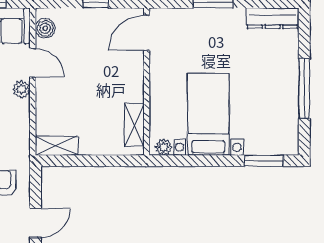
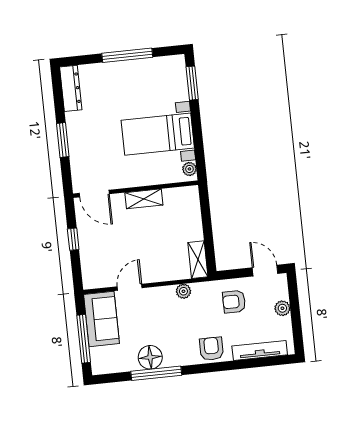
boiler: (45, 28) -> (99, 280), removed
plant: (21, 89) -> (183, 291), moved
shelving: (134, 125) -> (144, 199), moved

